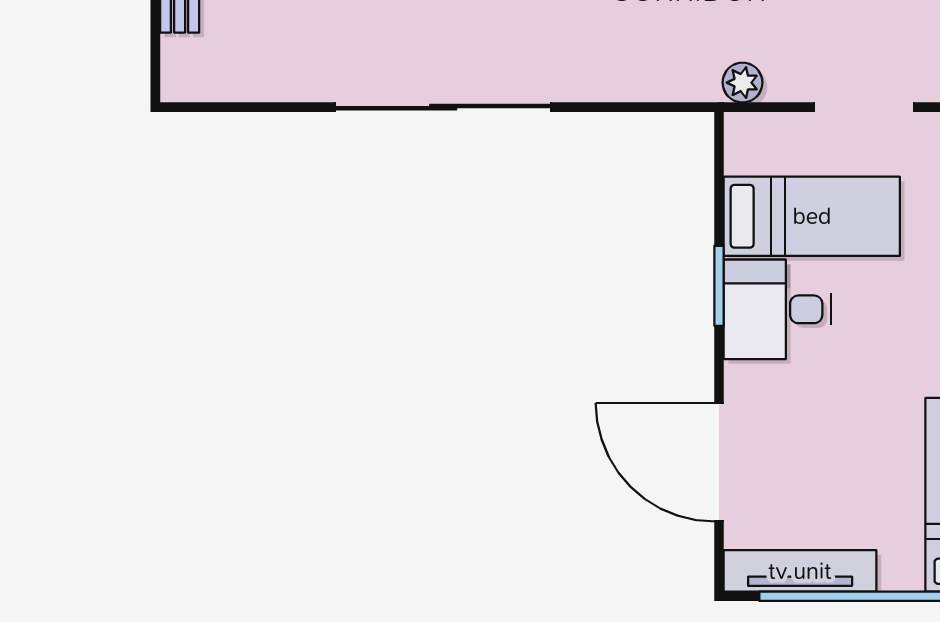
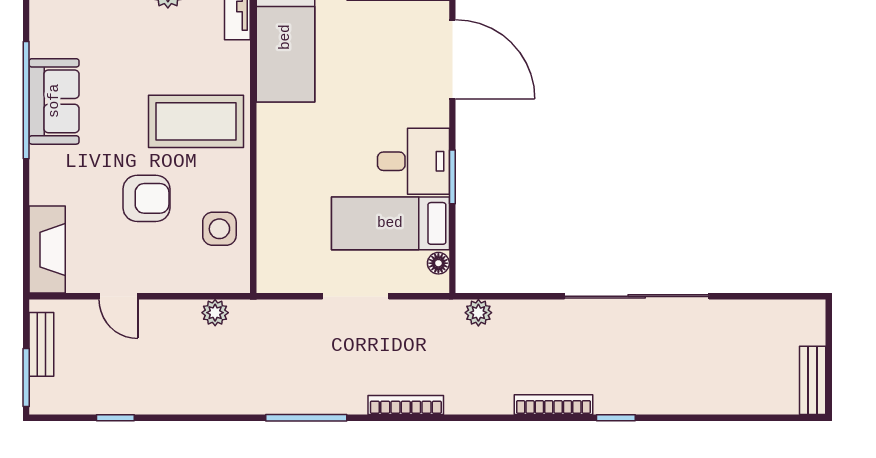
plant: (743, 83) -> (478, 313), moved
floor lamp: (740, 157) -> (438, 263), added

